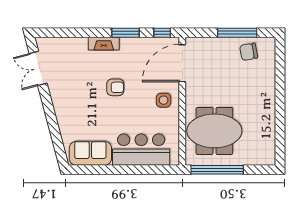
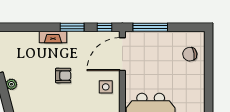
window: (237, 33) -> (150, 27), moved
chair: (249, 52) -> (190, 54), moved
plant: (57, 97) -> (11, 84), added

